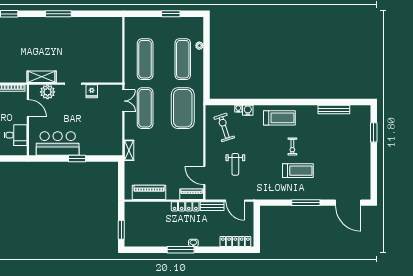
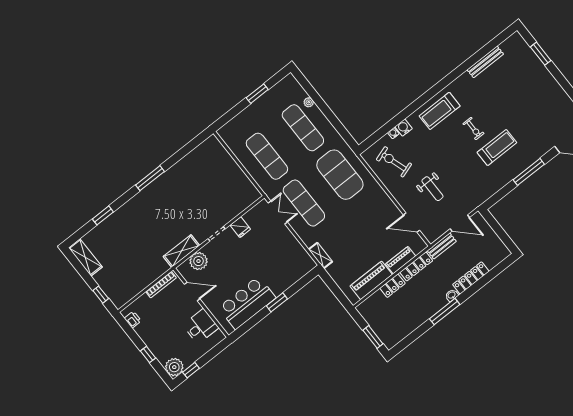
treadmill: (279, 118) -> (440, 111), turned 180
piano: (192, 194) -> (401, 260), moved
locker: (160, 207) -> (393, 286), added
locker: (235, 242) -> (471, 278), moved

